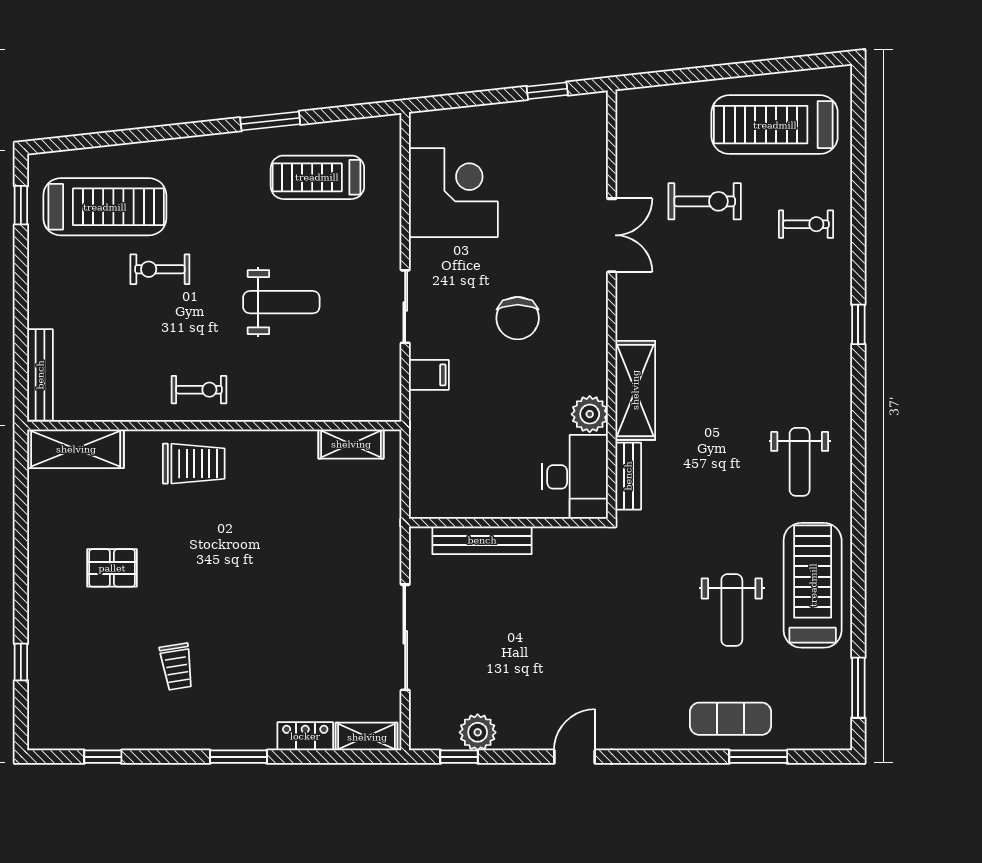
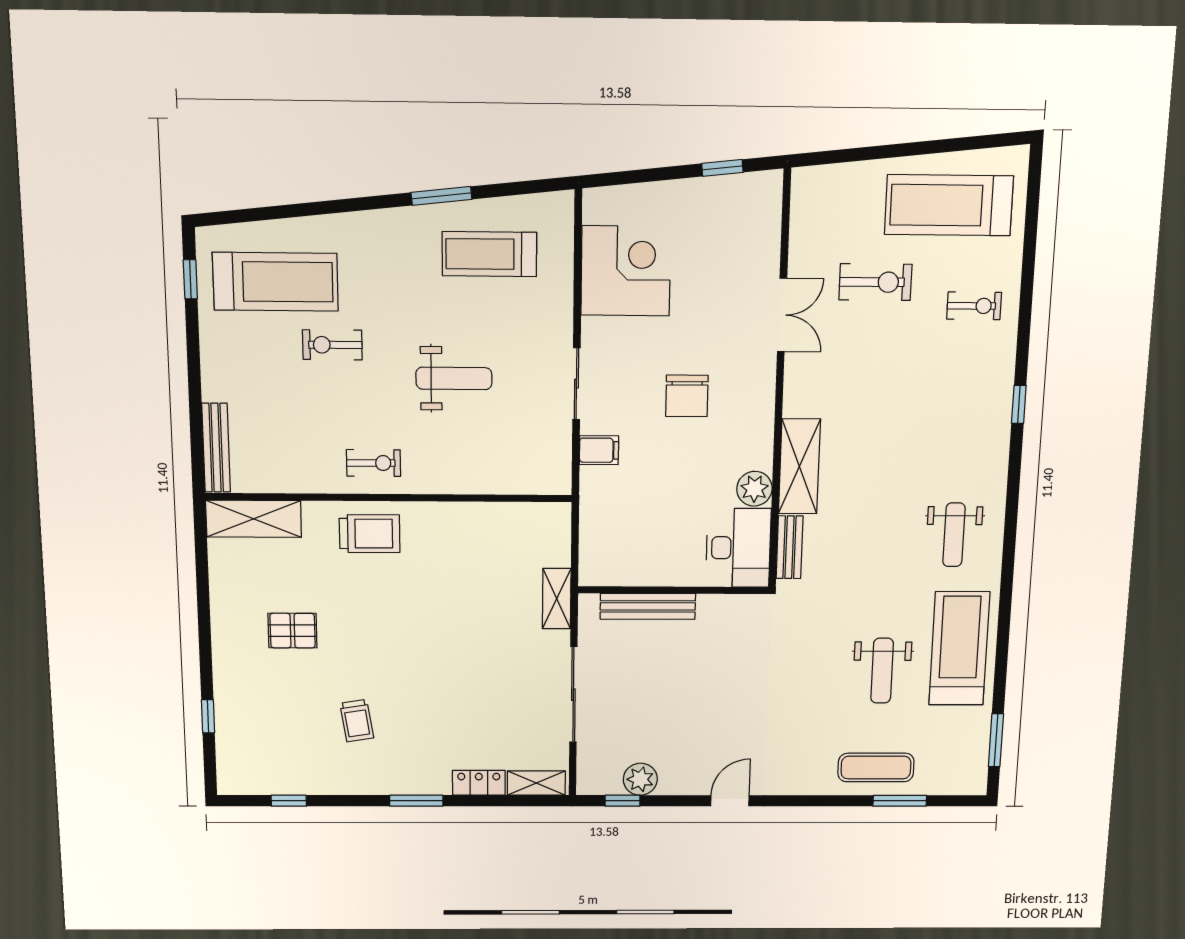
shelving: (351, 444) -> (557, 599), moved, turned 90

